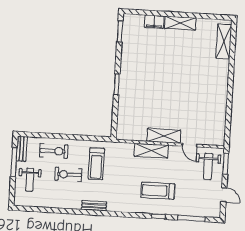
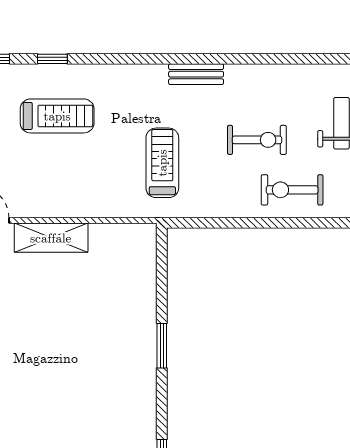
shelving: (151, 151) -> (77, 203), removed
treadmill: (96, 164) -> (162, 163), moved

